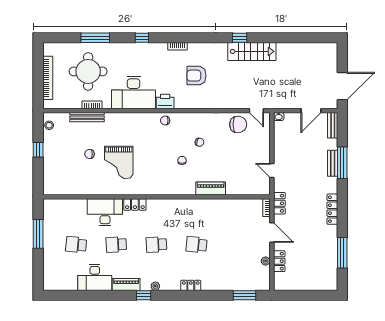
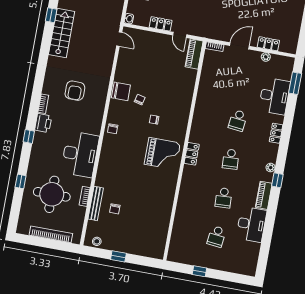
window: (95, 38) -> (21, 181), width x0.46
window: (240, 38) -> (51, 15), moved
printer: (165, 102) -> (43, 123), moved, turned 180
door: (256, 111) -> (119, 39), hinge flipped
chair: (238, 124) -> (121, 91), moved, turned 90
chair: (89, 154) -> (115, 209), moved
grand piano: (119, 162) -> (162, 154), moved
door: (272, 171) -> (180, 35), hinge flipped
piano: (211, 188) -> (194, 54), moved
locker: (279, 203) -> (161, 24), moved
locker: (135, 204) -> (192, 154), moved
desk: (105, 212) -> (274, 96), moved, turned 180
window: (38, 234) -> (199, 271), width x0.46

